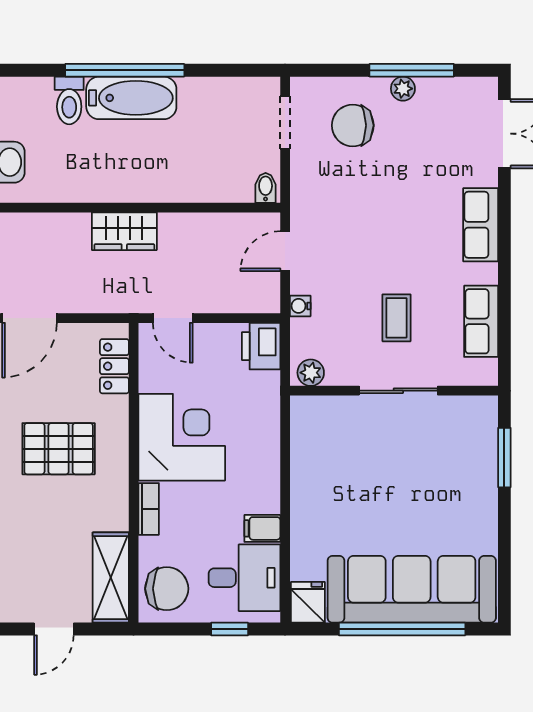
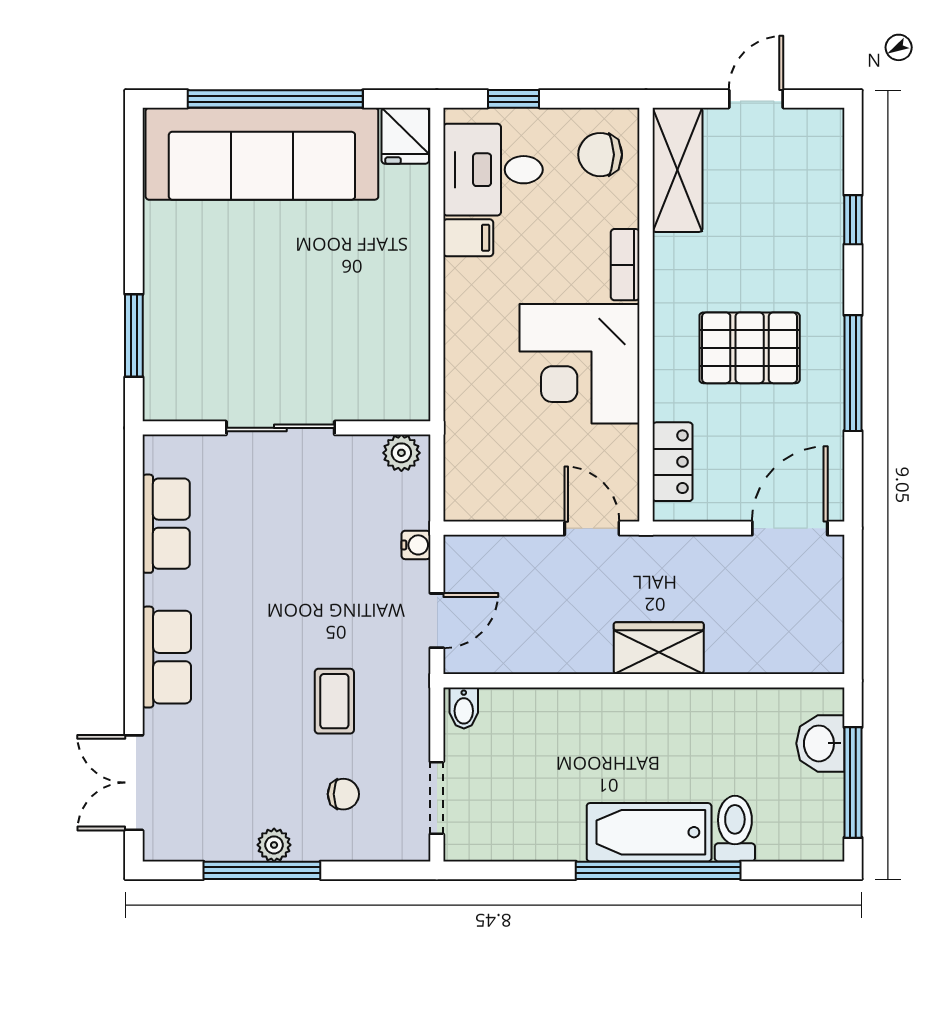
chair: (353, 125) -> (343, 794), width x0.54, depth x0.54
coffee table: (396, 318) -> (334, 701), moved
printer: (261, 346) -> (470, 489), removed
chair: (167, 589) -> (600, 155), width x0.73, depth x0.73

